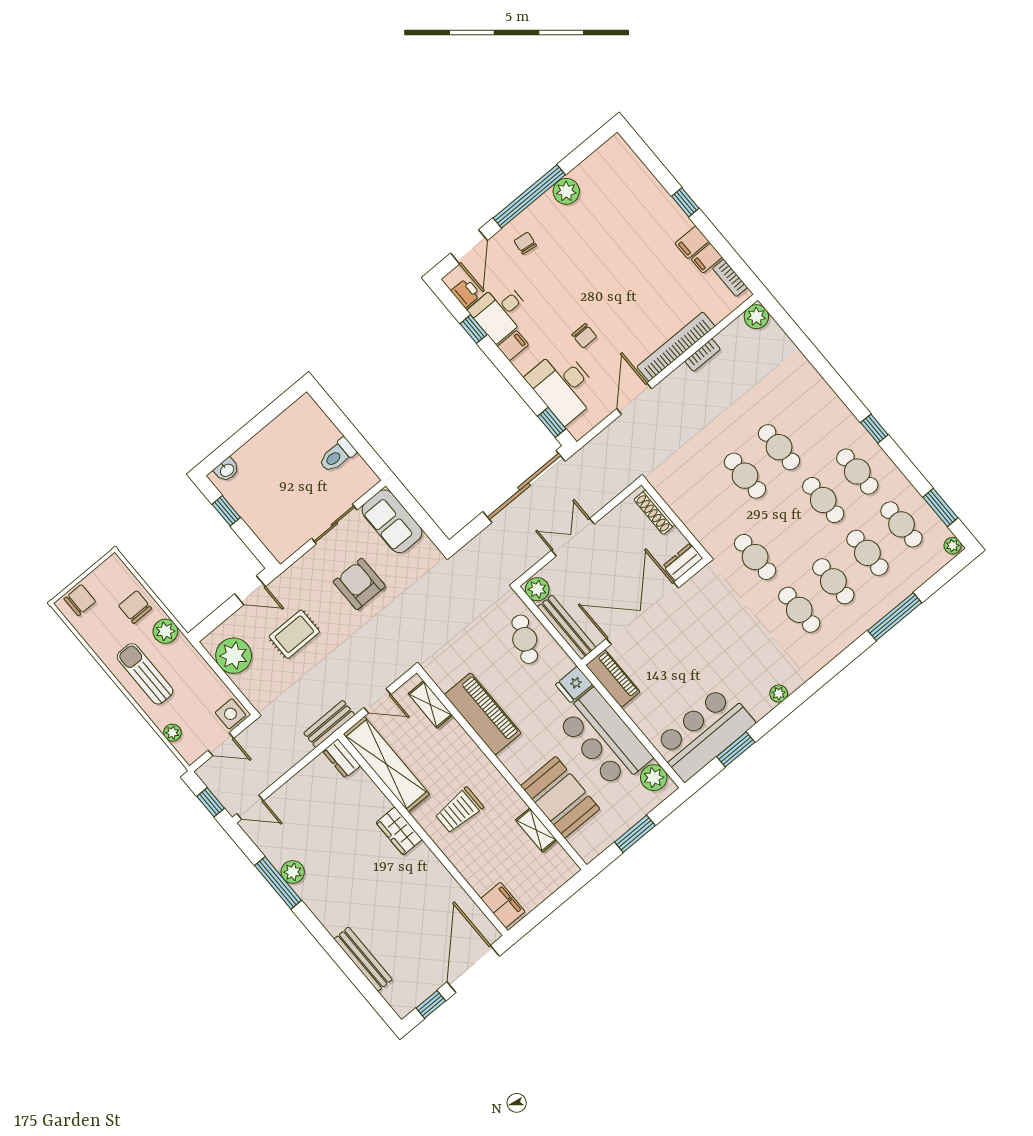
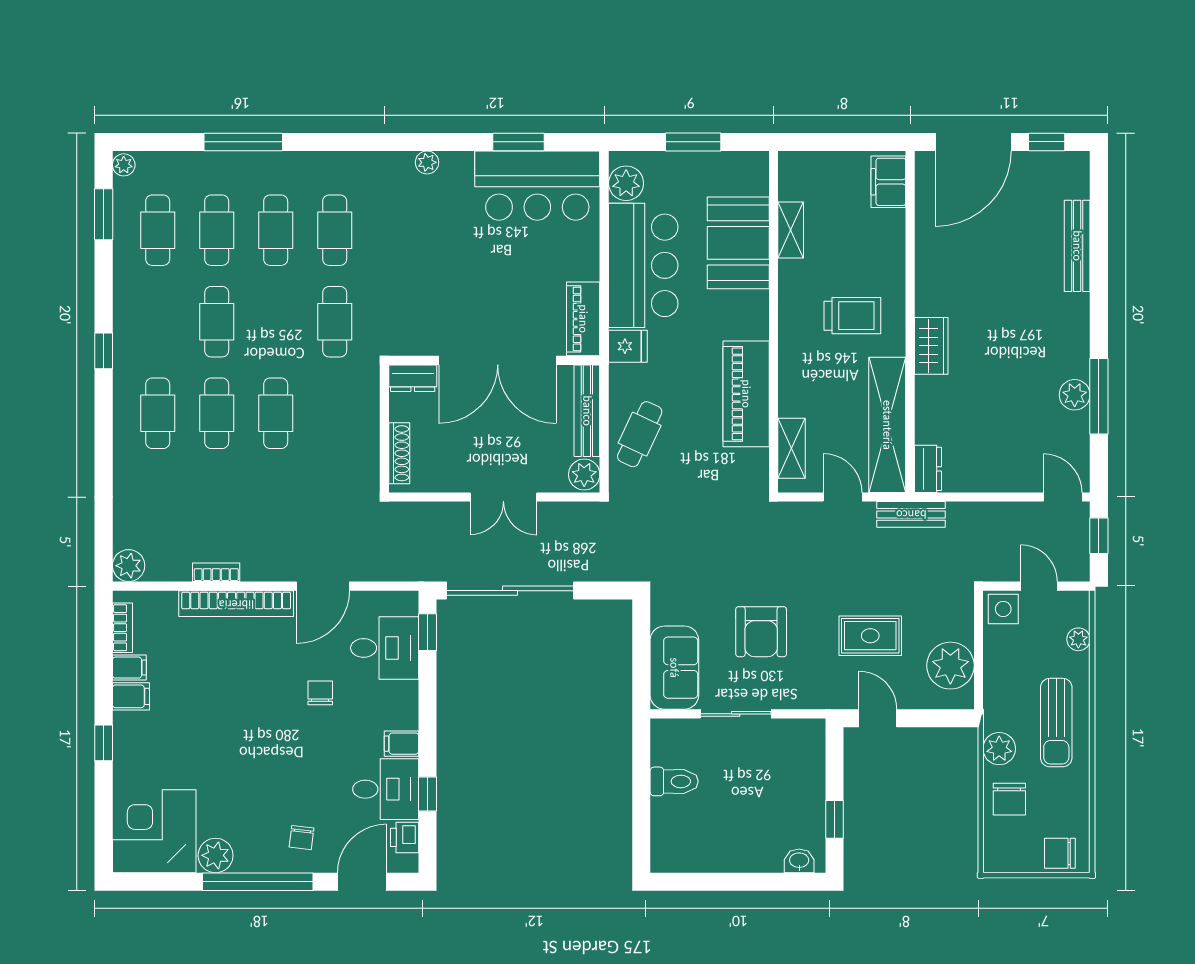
corner desk: (613, 176) -> (154, 831), added
desk: (563, 386) -> (385, 648), width x0.73
cafe table: (857, 472) -> (158, 413), moved

